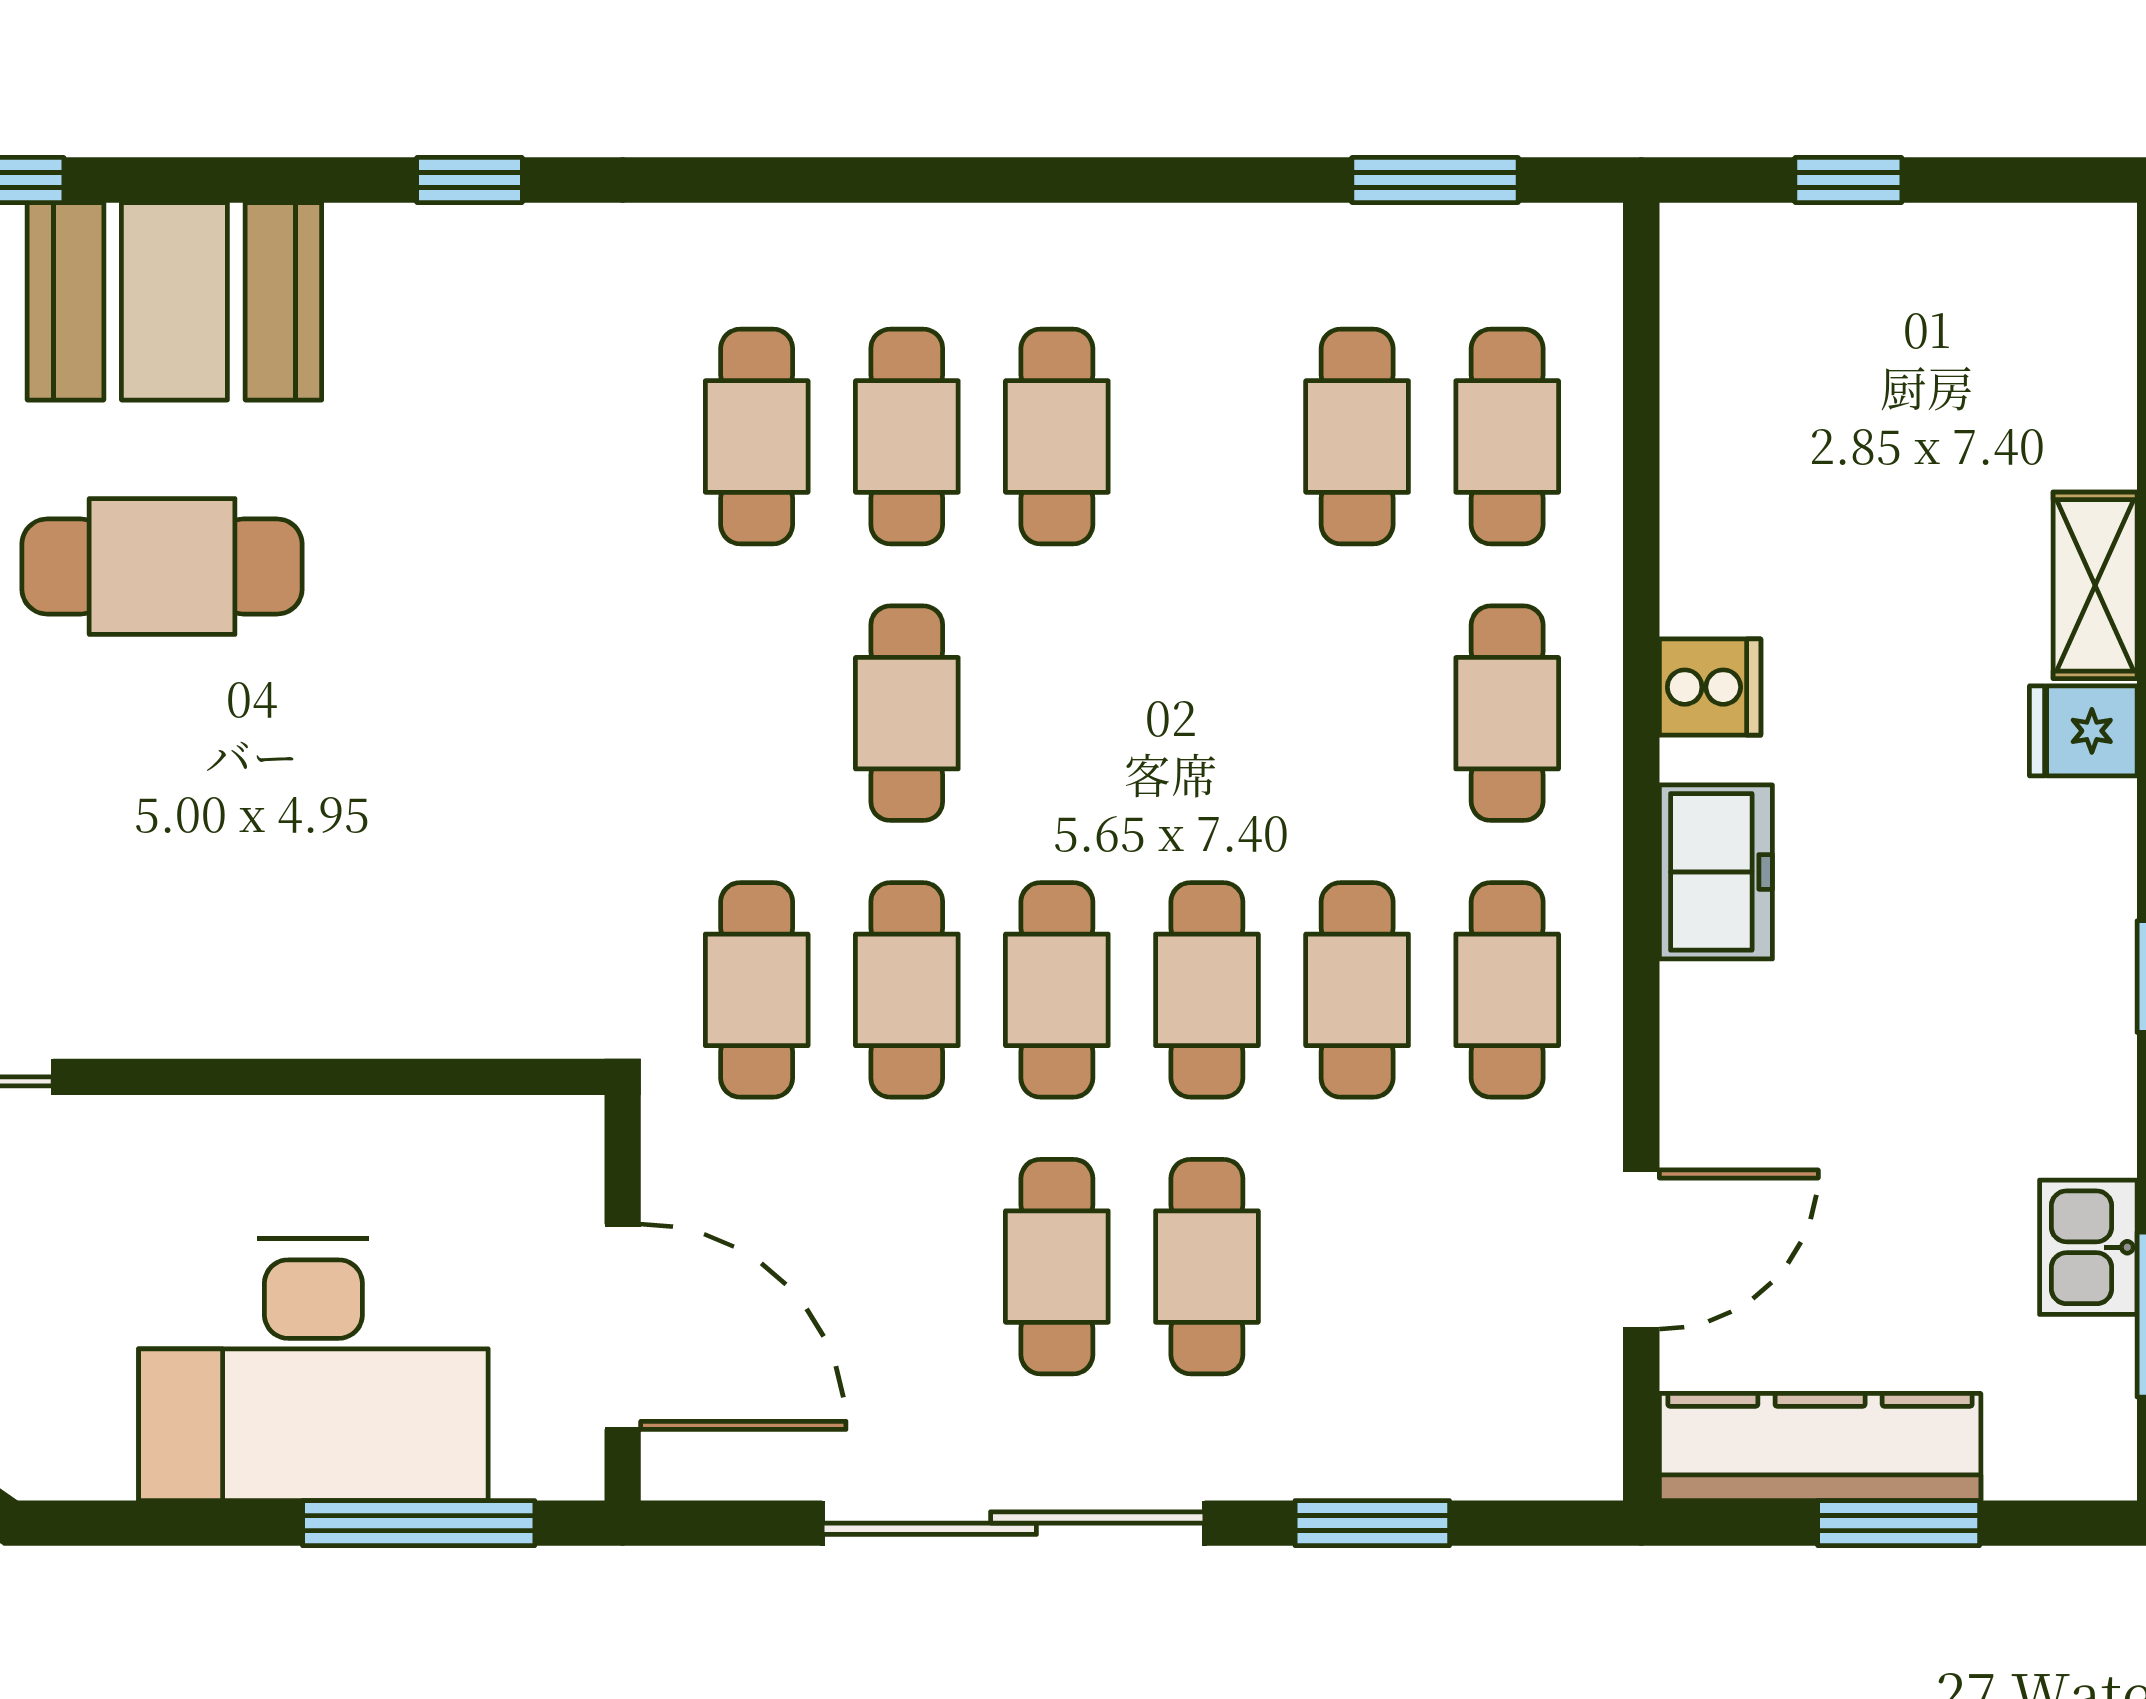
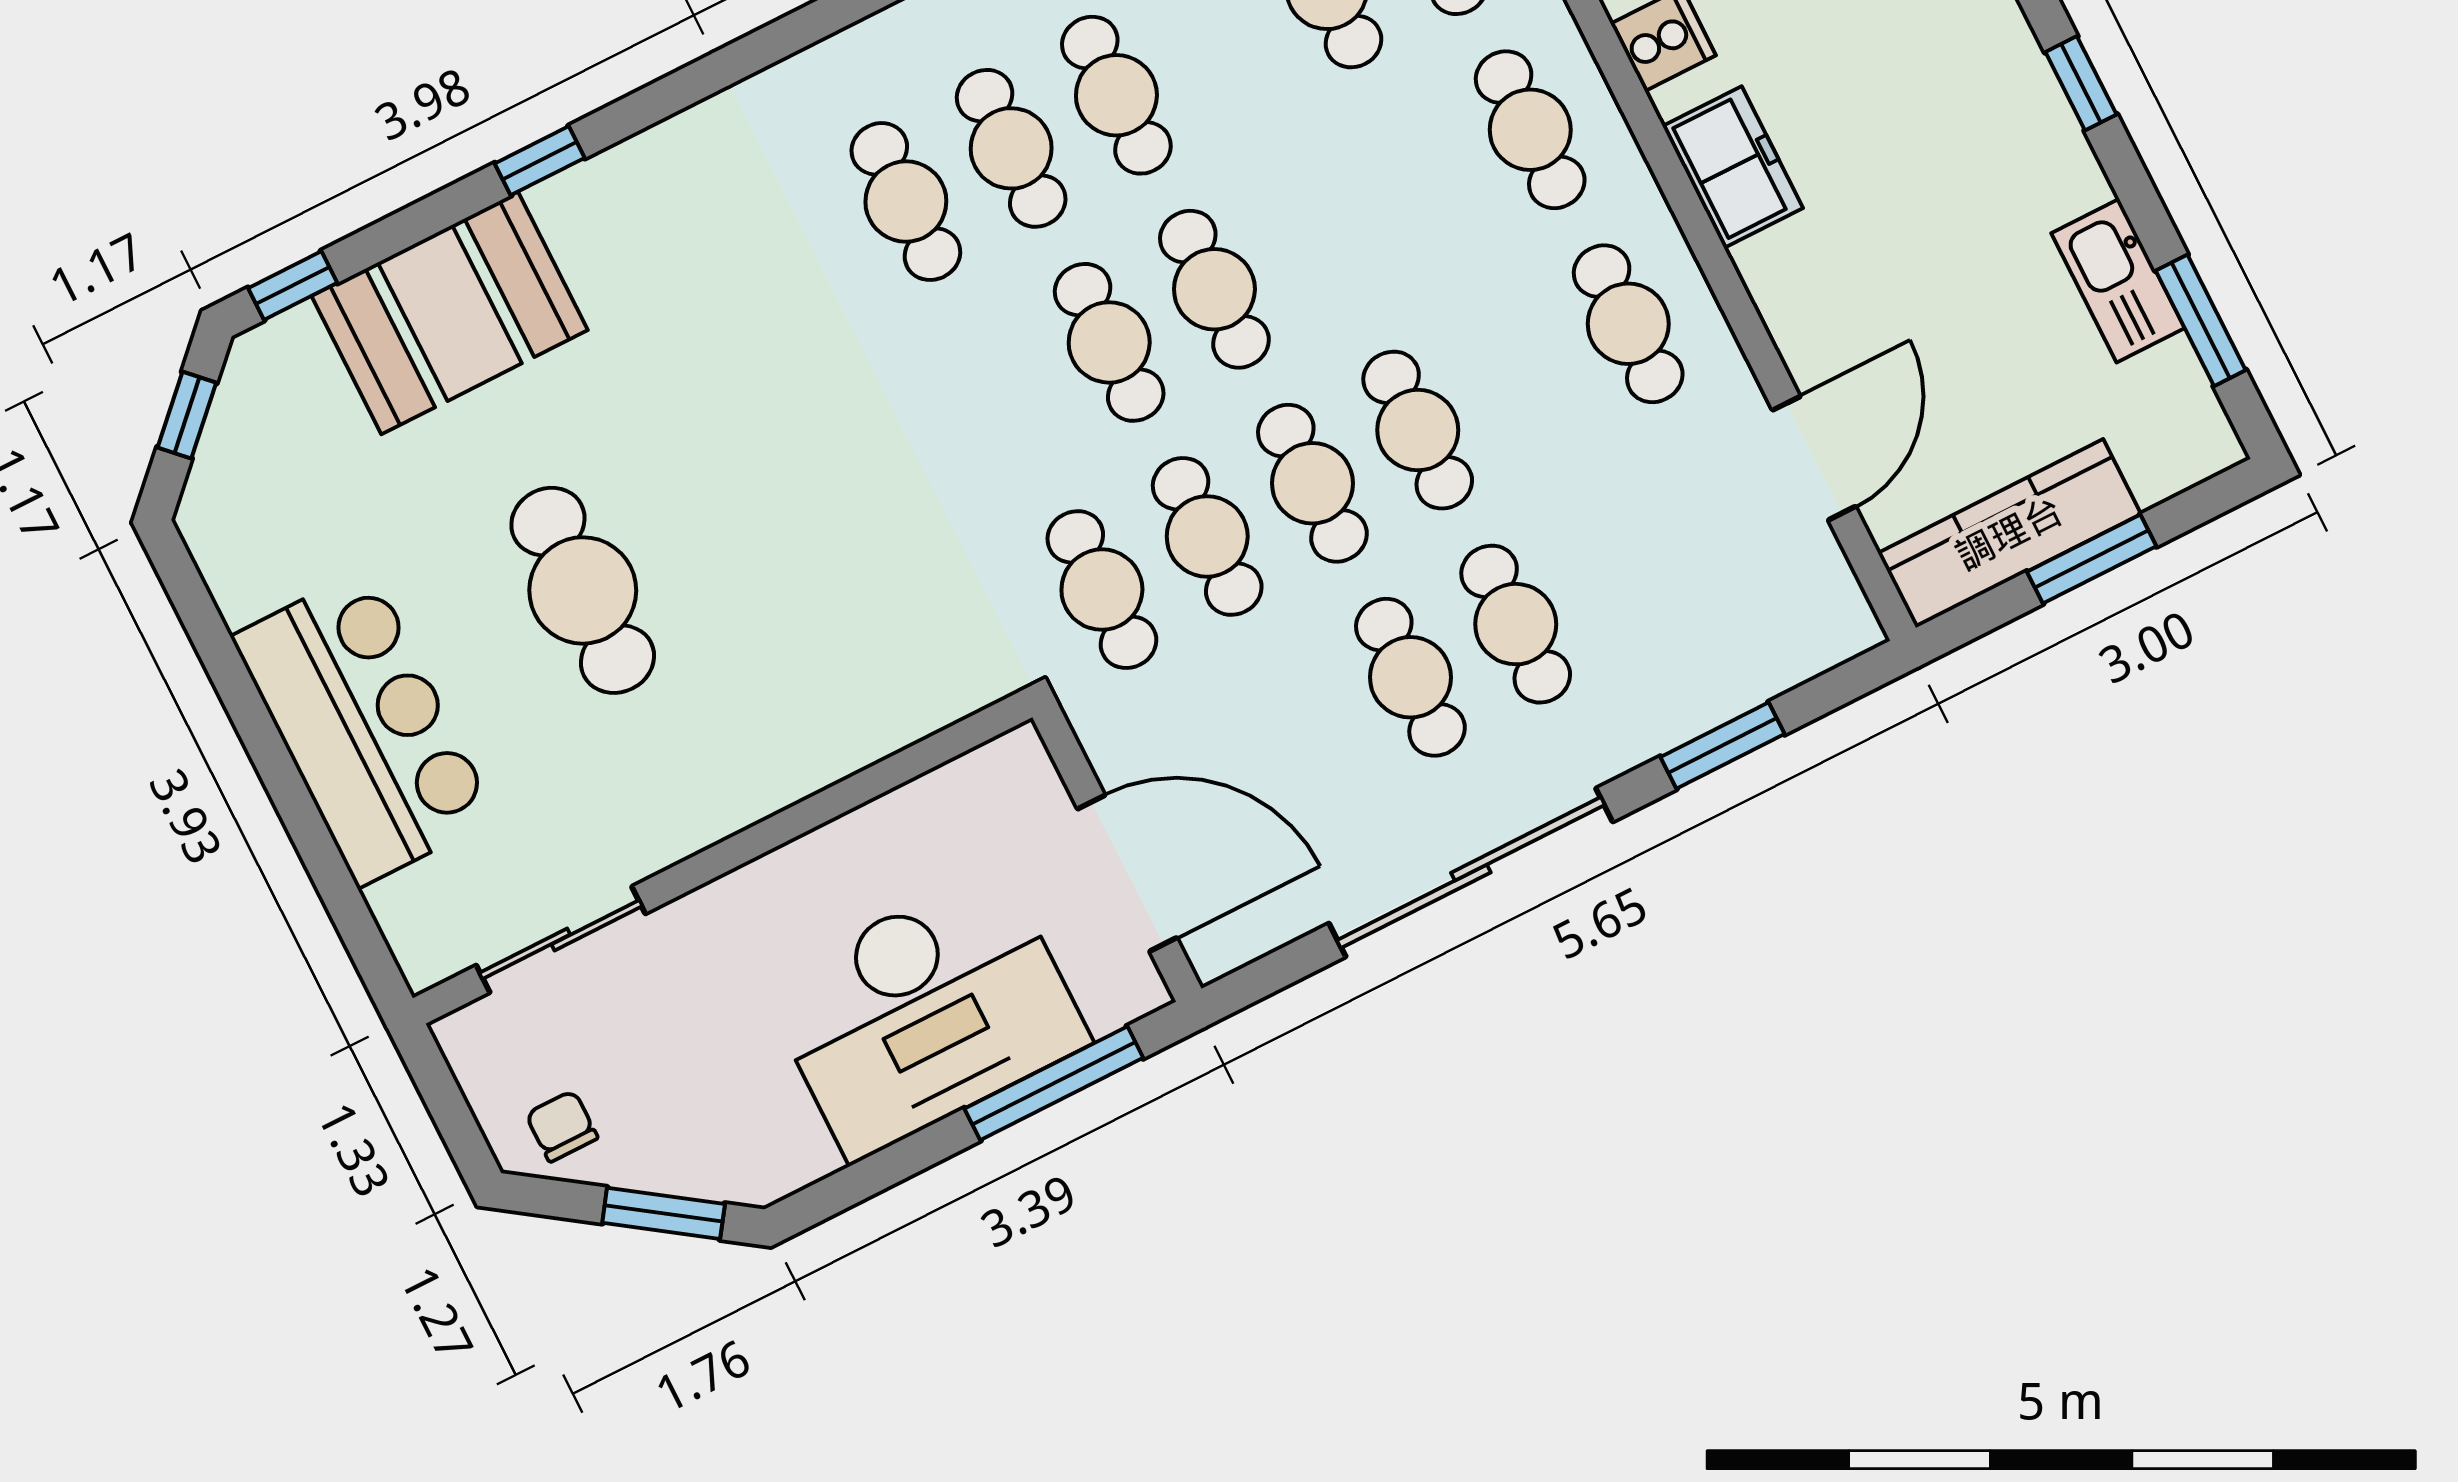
window: (469, 180) -> (540, 161), moved
cafe table: (162, 567) -> (583, 590), moved, turned 90
cafe table: (1357, 990) -> (1214, 289), moved
kitchen sink: (2088, 1247) -> (2118, 281), width x1.38

